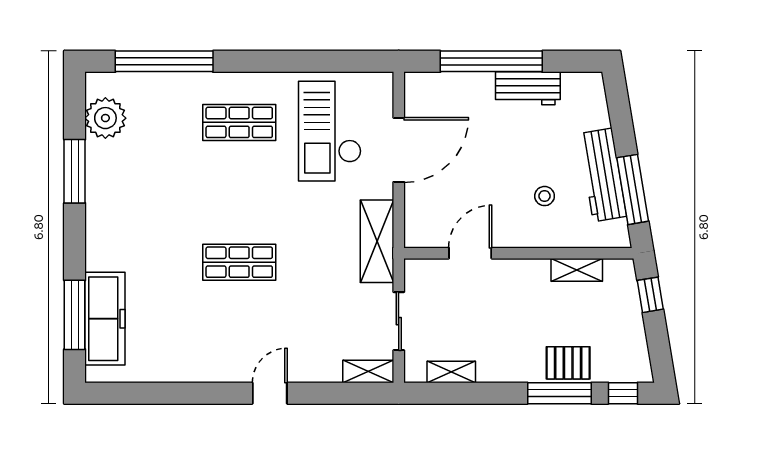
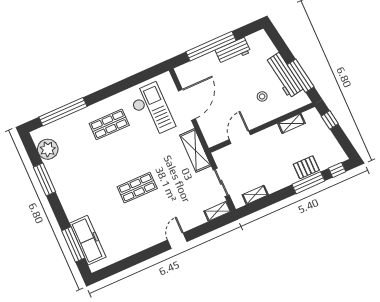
checkout: (330, 131) -> (152, 110), turned 180

